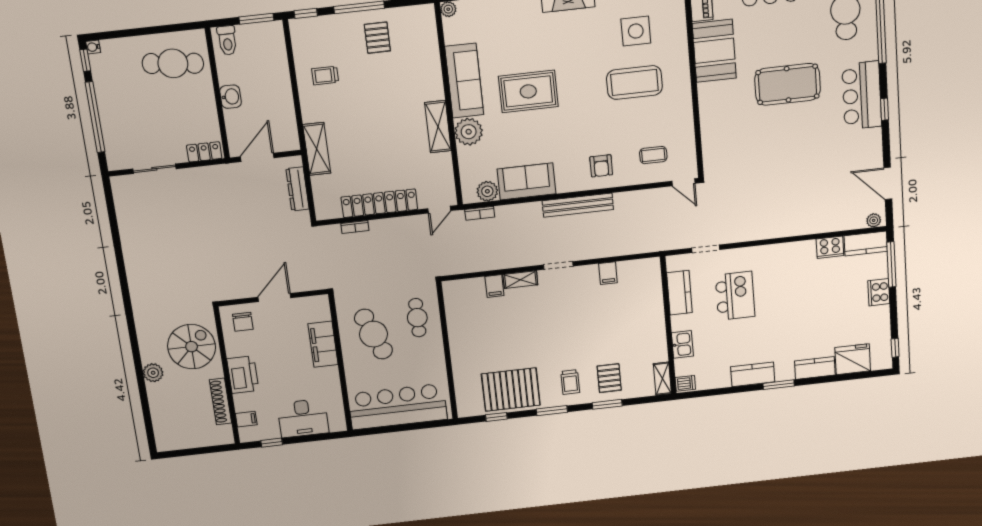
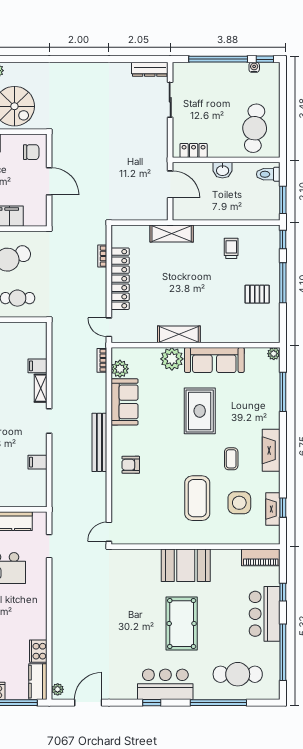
water cooler: (93, 47) -> (254, 67), moved
booth: (714, 51) -> (186, 565), moved
locker: (204, 152) -> (194, 151), moved, turned -90
coffee table: (653, 155) -> (231, 459), moved
dresser: (297, 189) -> (150, 69), moved, turned 180
chair: (243, 322) -> (31, 152), turned 180

